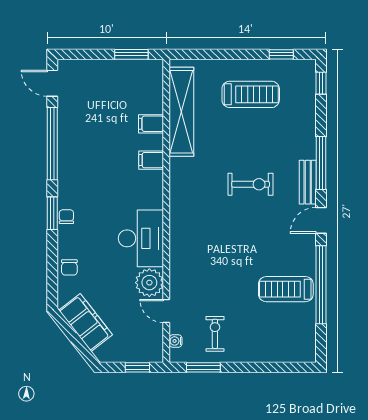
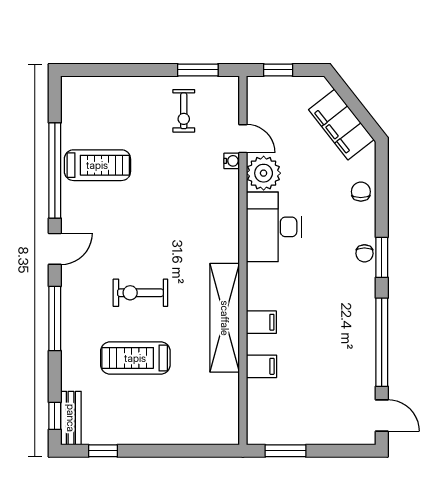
treadmill: (251, 94) -> (135, 358), moved
shelving: (181, 112) -> (225, 318), moved
bench: (308, 182) -> (71, 418), moved
water cooler: (176, 341) -> (232, 161), moved

